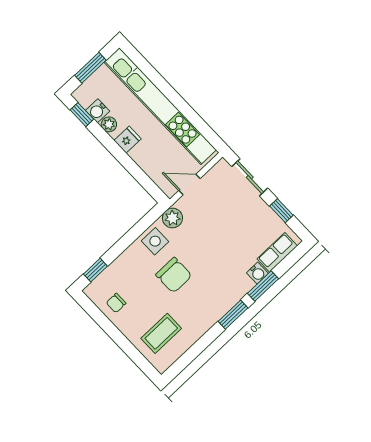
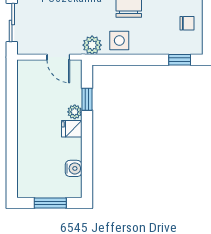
kitchen unit: (160, 106) -> (27, 131), removed
window: (82, 115) -> (87, 99), moved
plant: (109, 124) -> (75, 112), moved

